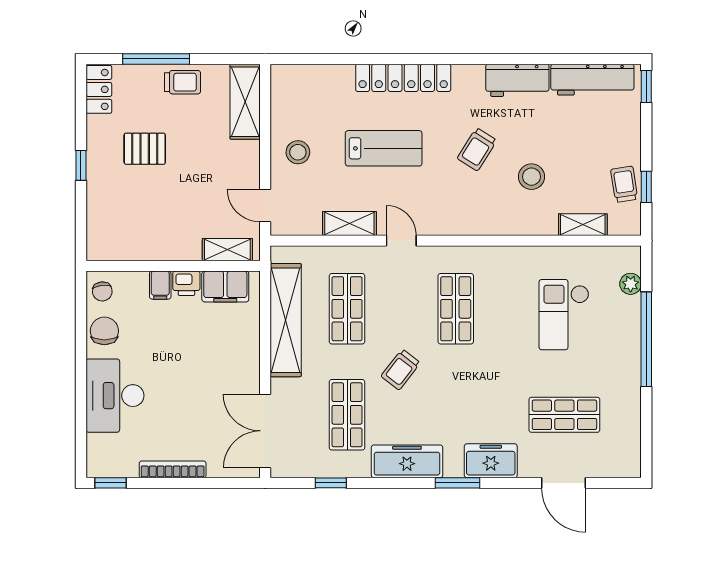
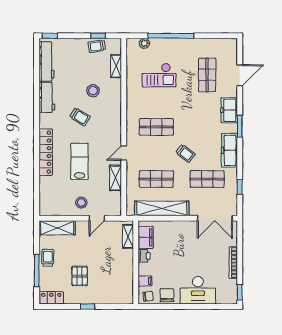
door: (265, 206) -> (97, 218), moved
filing cabinet: (160, 285) -> (145, 281), moved
chair: (104, 331) -> (167, 295), turned 90

